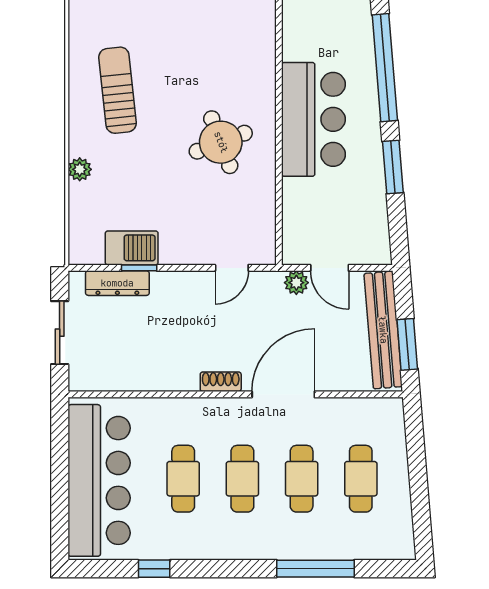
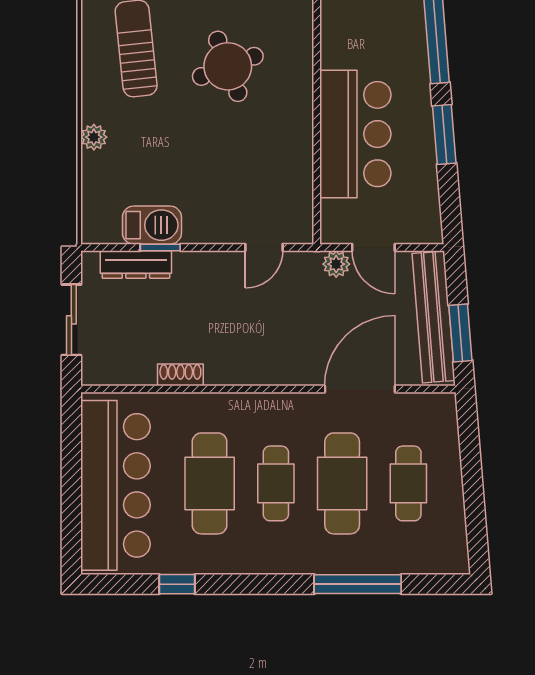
bar counter: (313, 119) -> (355, 134), moved
round table: (221, 142) -> (228, 66), moved
shoe rack: (221, 382) -> (180, 375), moved
door: (283, 394) -> (360, 389), moved
cafe table: (183, 479) -> (210, 483), width x1.37, depth x1.35
cafe table: (302, 479) -> (342, 483), width x1.37, depth x1.35

